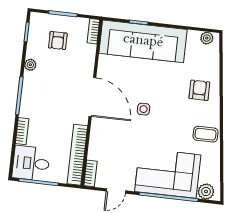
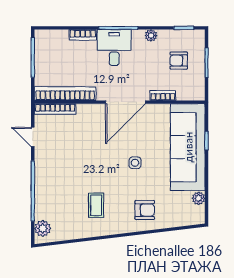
bookcase: (93, 31) -> (163, 96), moved
plant: (207, 38) -> (199, 198), moved
side table: (144, 109) -> (135, 163), moved
coffee table: (206, 134) -> (96, 205), moved
desk: (31, 163) -> (114, 48), moved
bookcase: (90, 173) -> (55, 109), width x1.56
corner sofa: (168, 173) -> (57, 188), removed

